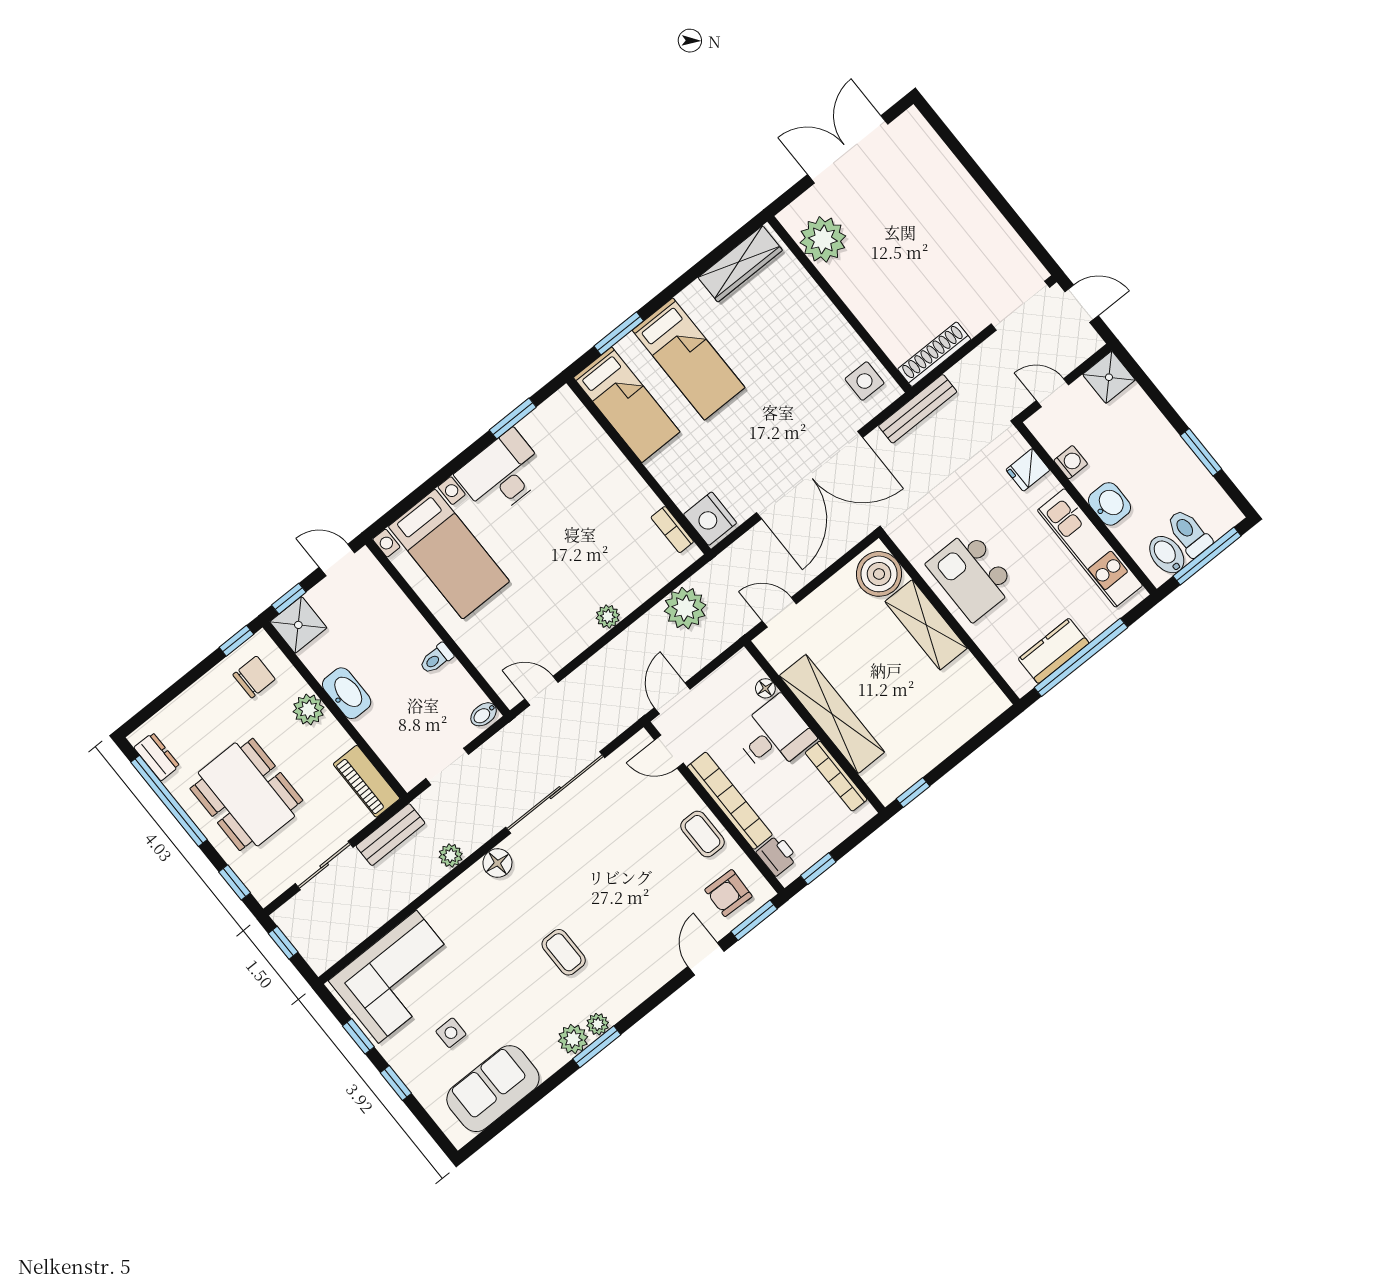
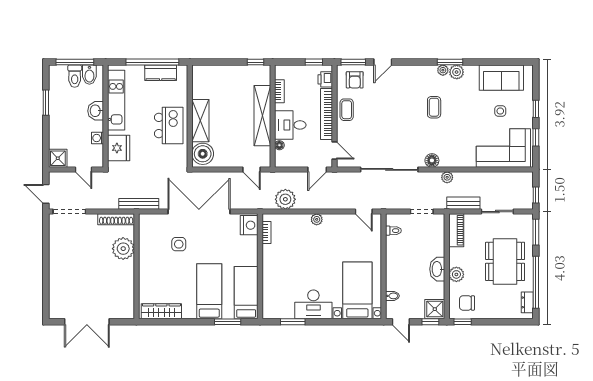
plant: (823, 239) -> (123, 249), moved
side table: (865, 381) -> (179, 244), moved
fridge: (1028, 470) -> (119, 148), width x1.88, depth x1.34
toilet: (436, 659) -> (393, 231), moved
bidet: (484, 714) -> (392, 296), moved
bookcase: (836, 776) -> (279, 91), width x0.64
window: (235, 882) -> (536, 232), width x1.50
armchair: (728, 893) -> (355, 80), turned 88

